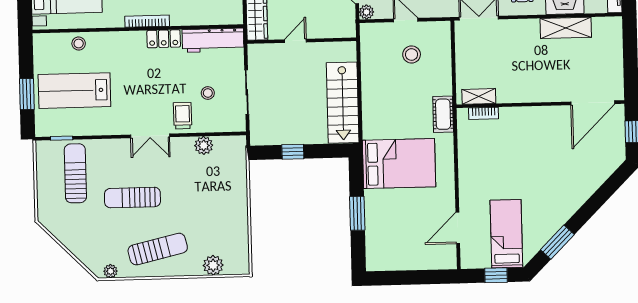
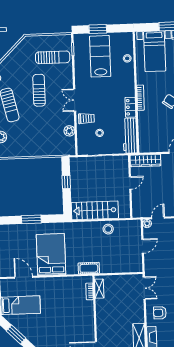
door: (295, 41) -> (130, 183), hinge flipped
stool: (412, 55) -> (108, 229), moved
bed: (399, 164) -> (51, 255), moved, turned 180

